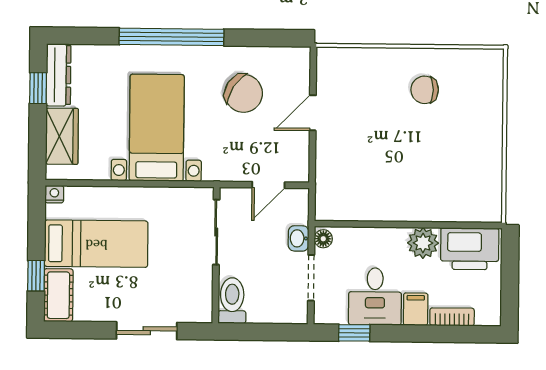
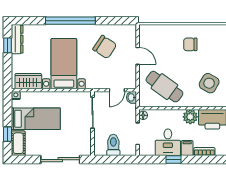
door: (313, 113) -> (138, 56), swing flipped
wardrobe: (62, 136) -> (28, 81), moved, turned -90
side table: (464, 172) -> (209, 83), added
cafe table: (369, 179) -> (164, 87), added
washbasin: (299, 238) -> (131, 97), moved
toilet: (232, 301) -> (113, 145), moved
sliding door: (147, 331) -> (60, 160), width x1.37
window: (354, 333) -> (173, 160), moved

